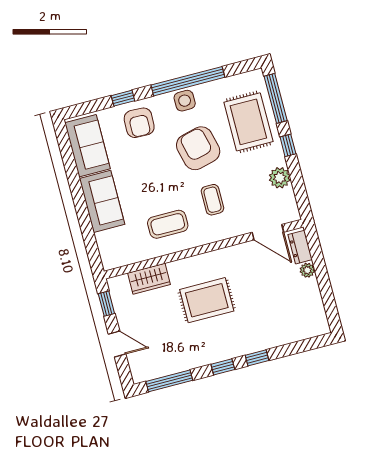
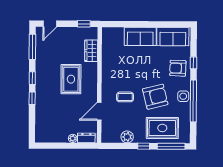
coffee table: (168, 224) -> (118, 69), removed
door: (268, 232) -> (99, 111), moved
door: (117, 344) -> (50, 24), moved

